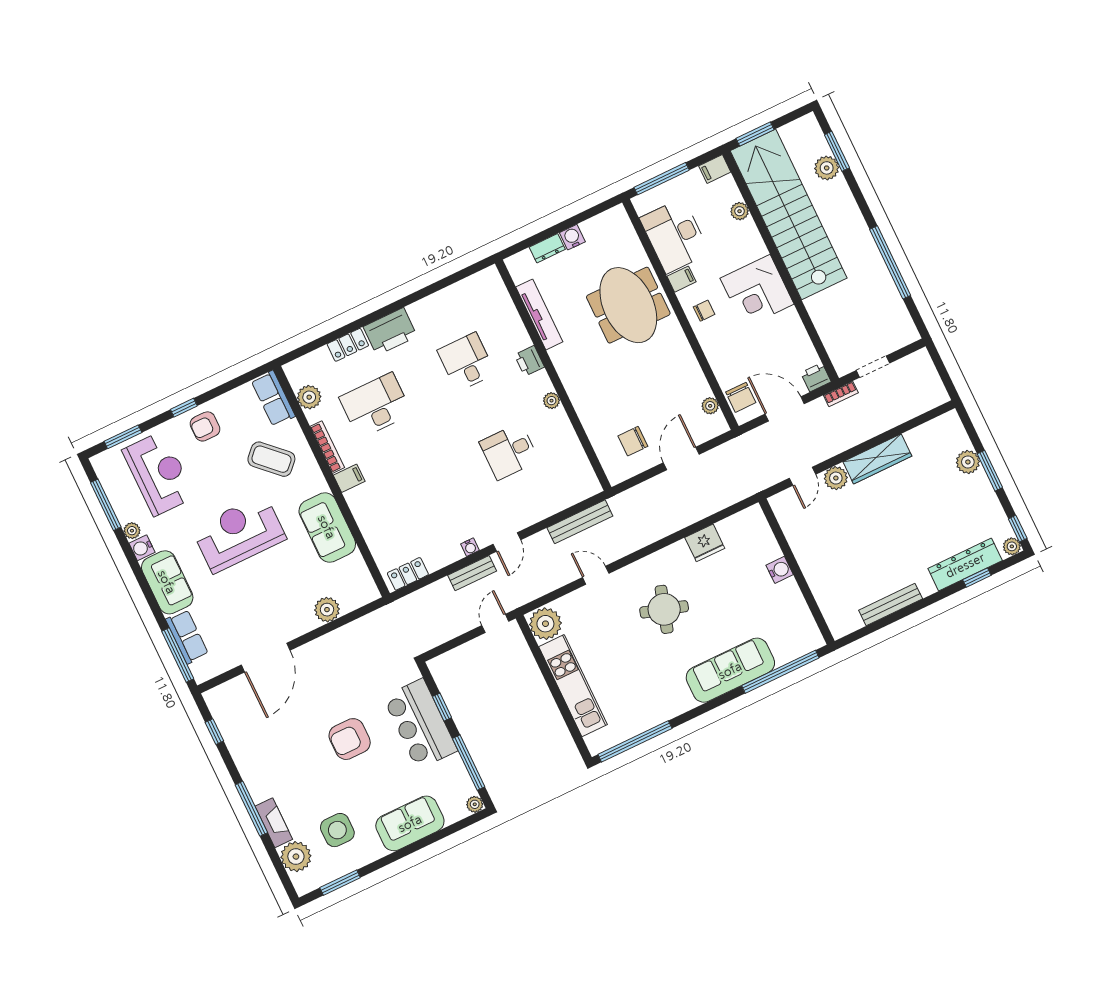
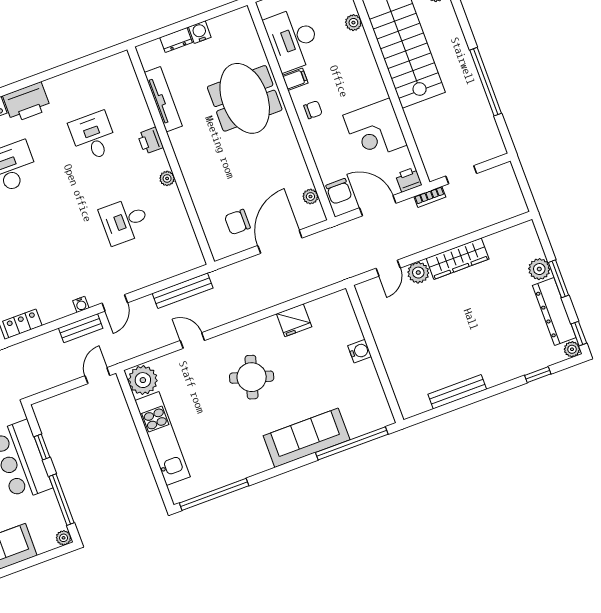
corner desk: (757, 291) -> (375, 130), moved
door: (681, 458) -> (280, 242), width x1.36
dresser: (965, 565) -> (554, 311), moved, turned -90

